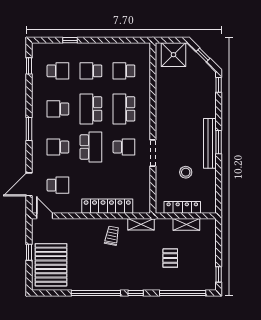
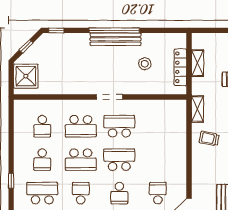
school desk: (58, 71) -> (42, 193), width x1.85
school desk: (58, 109) -> (81, 193), turned 180
window: (219, 142) -> (114, 30), width x2.11
school desk: (124, 147) -> (119, 126), width x1.85
doorway: (153, 153) -> (109, 97), moved
locker: (107, 206) -> (179, 143), removed

